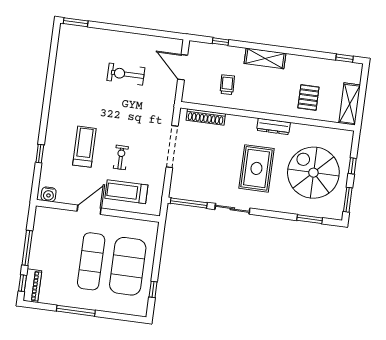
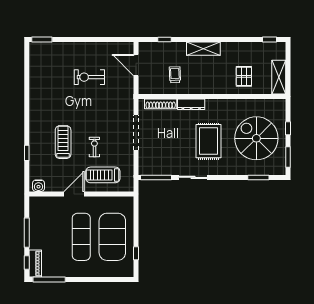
dresser: (273, 126) -> (191, 104), moved
window: (76, 311) -> (49, 280), moved

